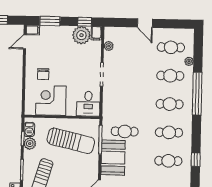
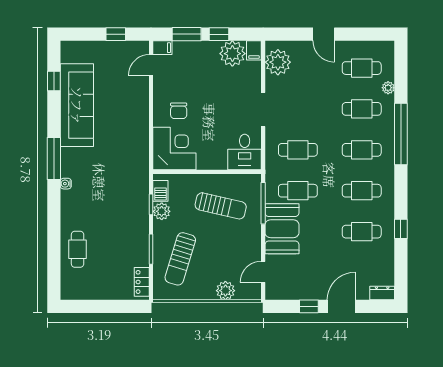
window: (85, 22) -> (219, 34), moved
plant: (109, 46) -> (278, 62), width x1.88, depth x1.88
corner desk: (51, 100) -> (174, 149), moved, turned 90
cafe table: (125, 103) -> (298, 150), added
sun lounger: (71, 141) -> (221, 206), width x0.73, depth x0.75

